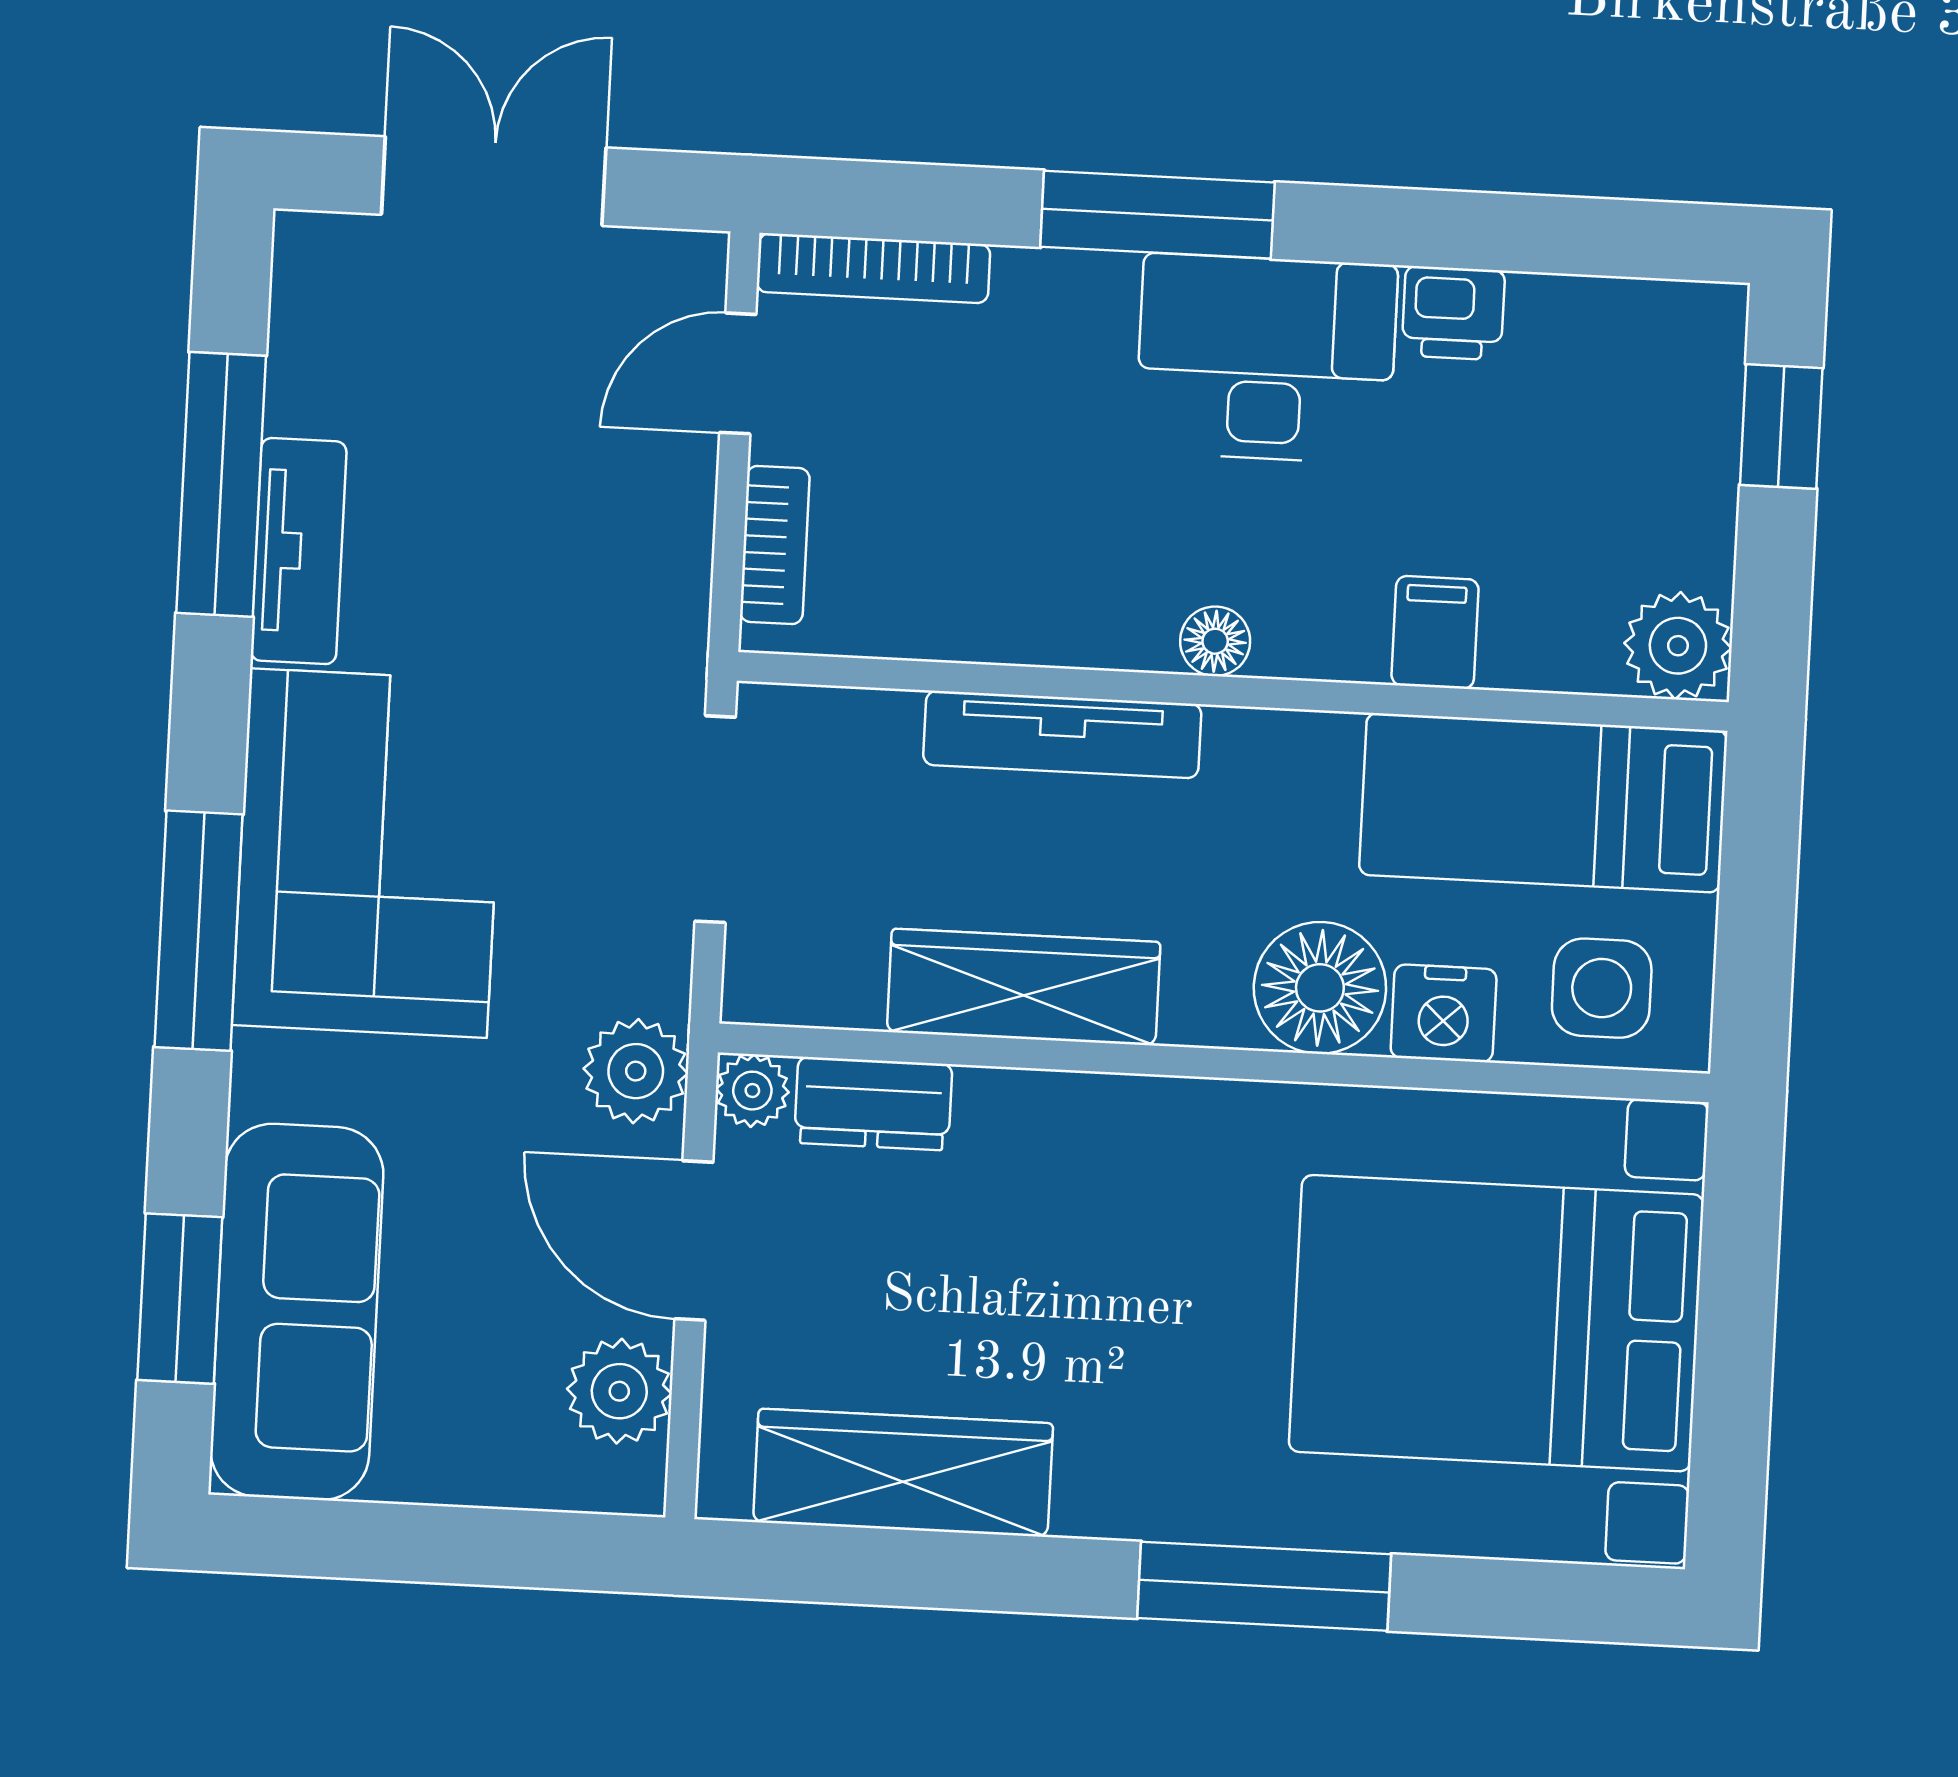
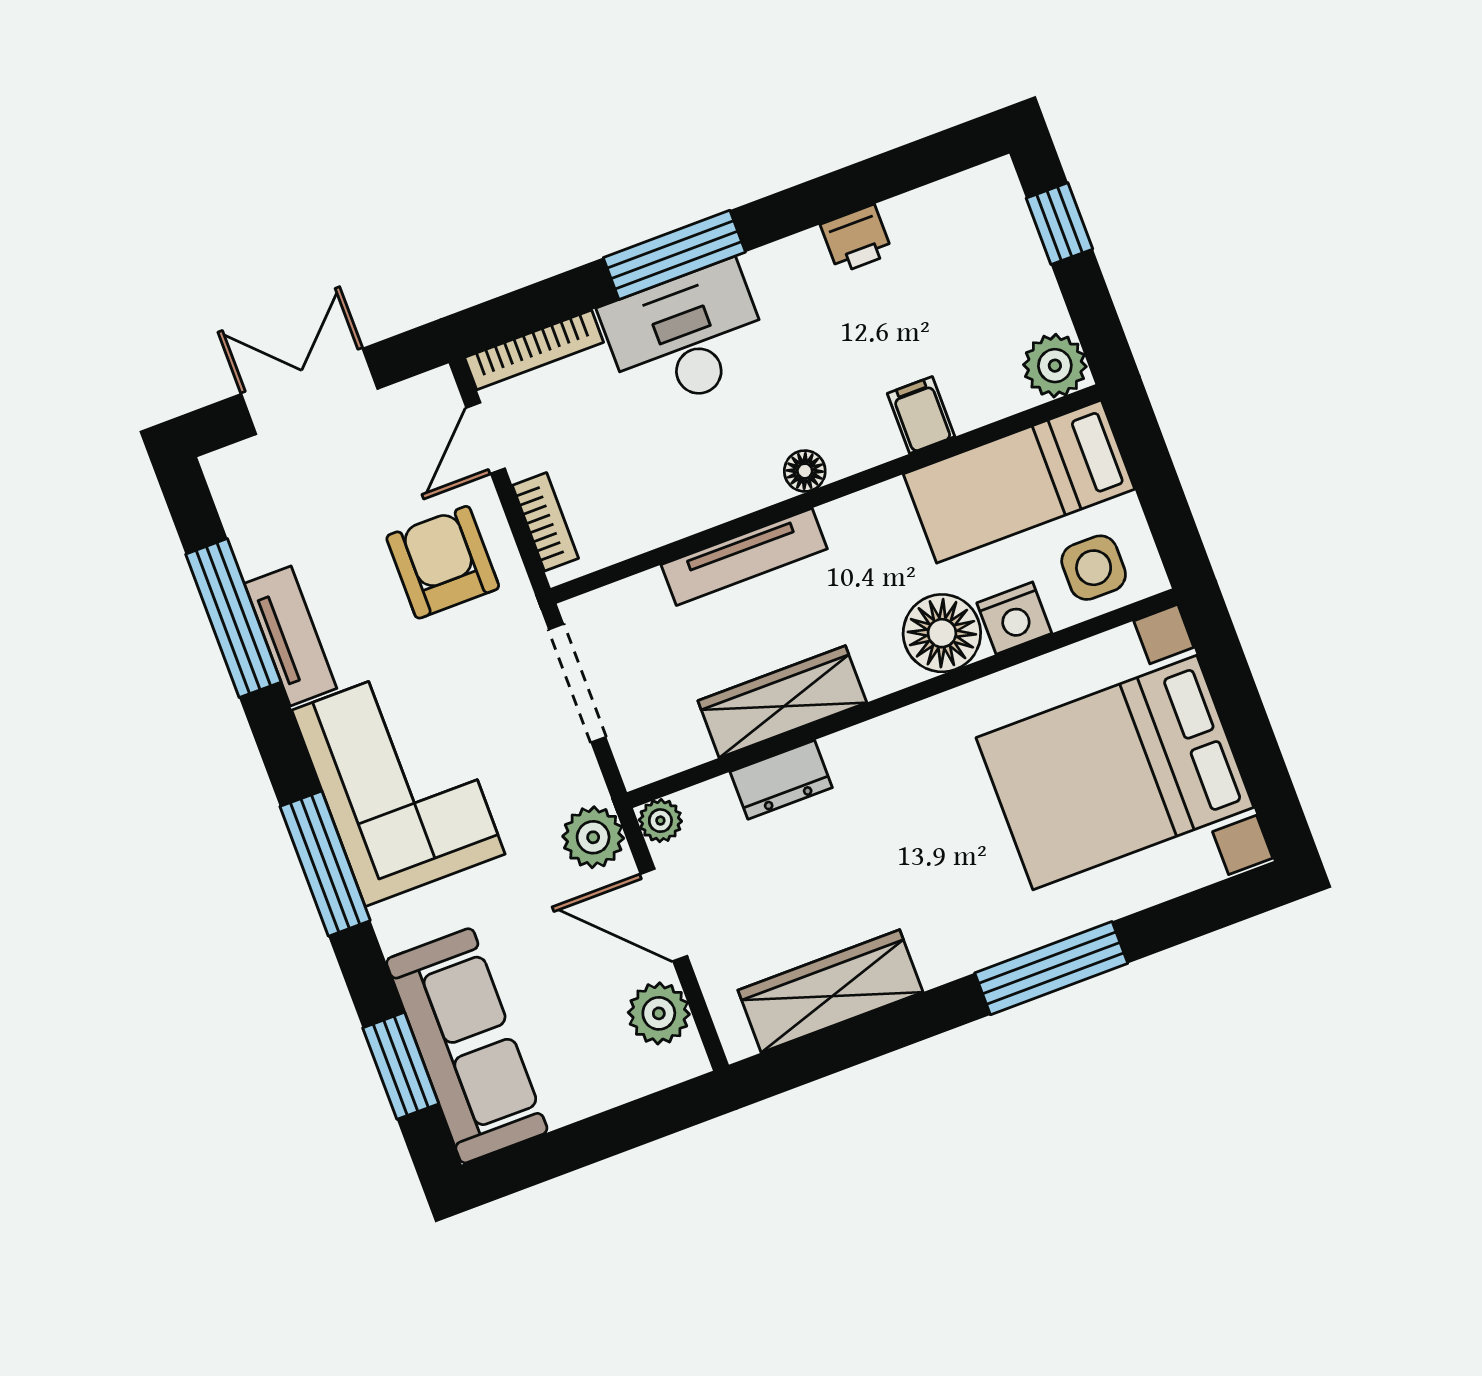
desk: (1266, 358) -> (686, 337), moved
armchair: (587, 539) -> (443, 562), added
dresser: (873, 1104) -> (781, 780), moved

